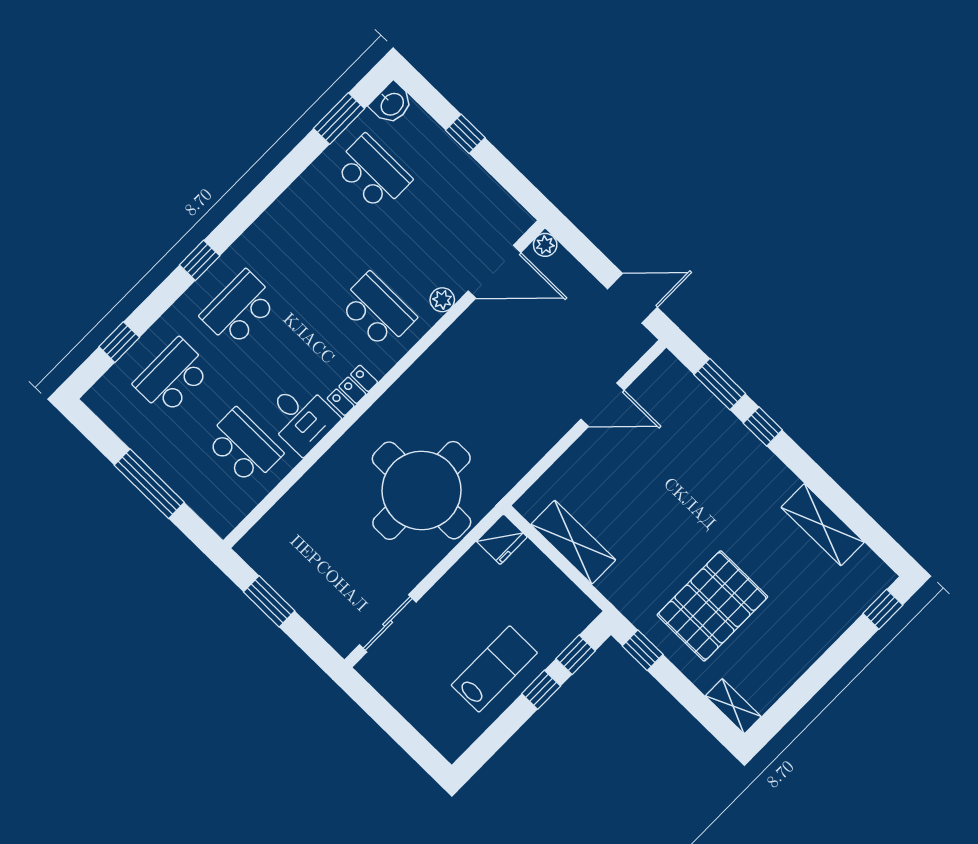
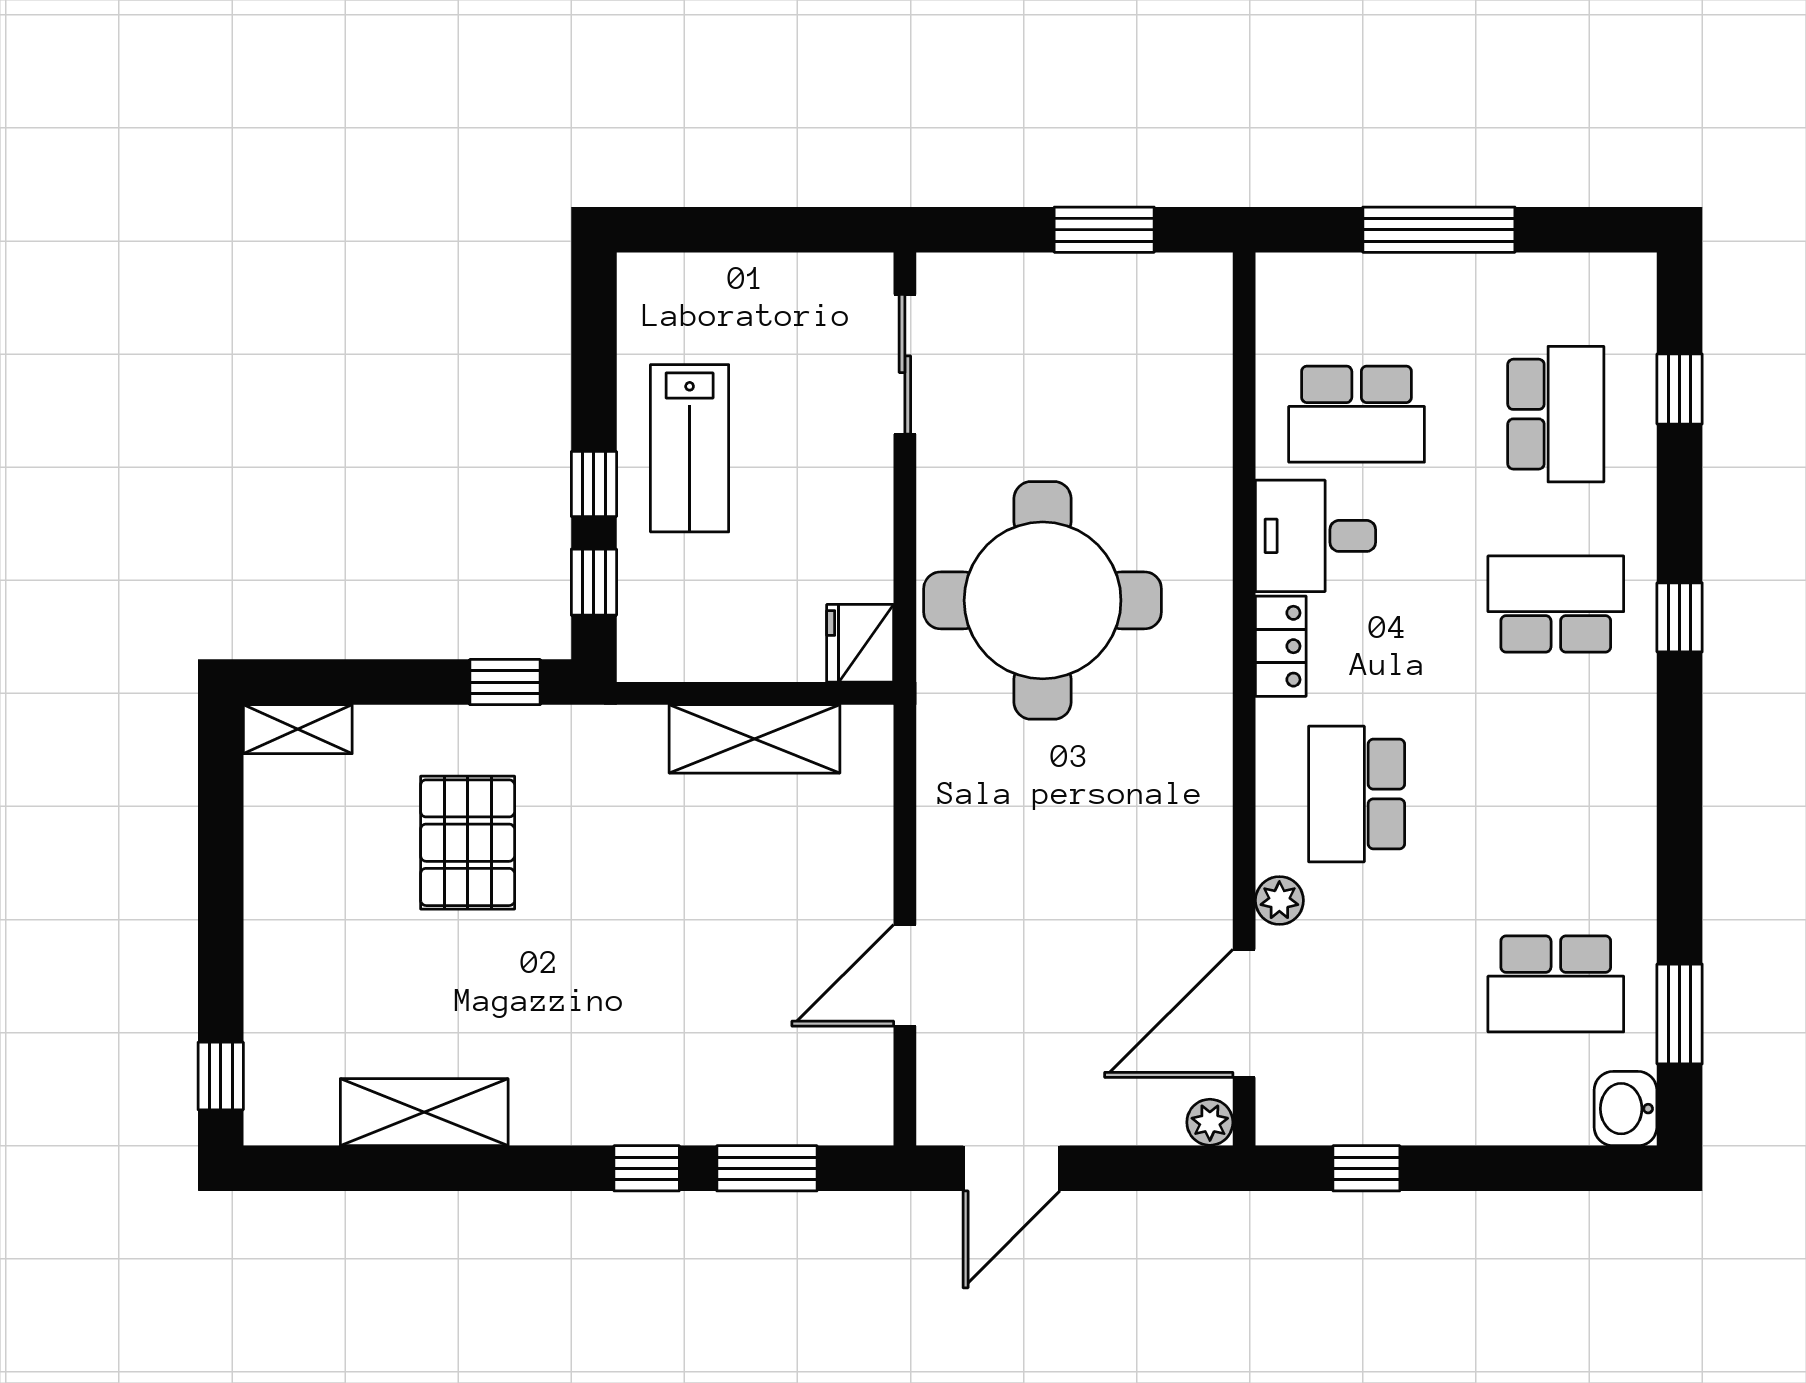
window: (465, 134) -> (1366, 1168), moved
school desk: (239, 309) -> (1556, 604), turned -90
school desk: (377, 311) -> (1357, 794), turned 90
pallet: (712, 606) -> (468, 843), width x0.73, depth x0.71

